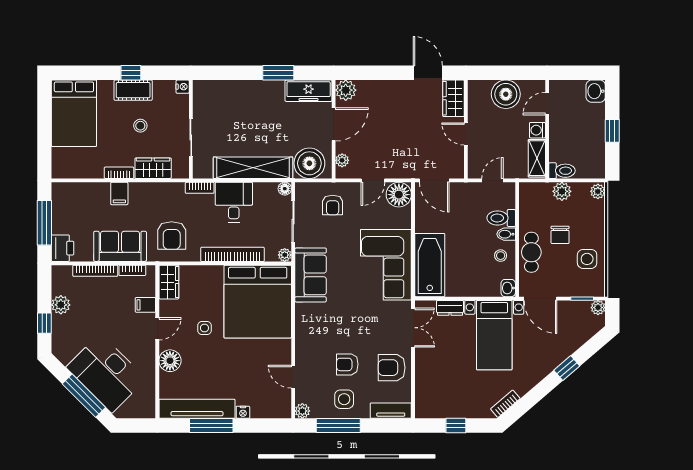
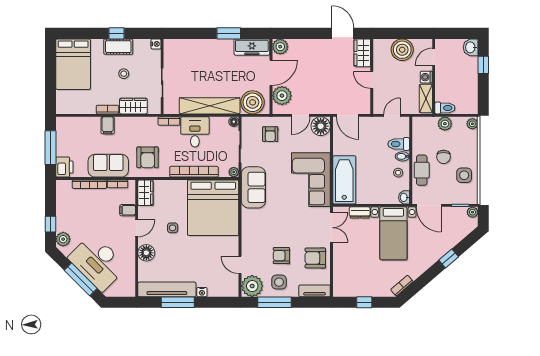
window: (612, 131) -> (483, 65), moved
plant: (342, 160) -> (282, 96), width x1.87, depth x1.87
plant: (61, 305) -> (63, 239), moved
plant: (302, 411) -> (252, 286), width x1.87, depth x1.87

